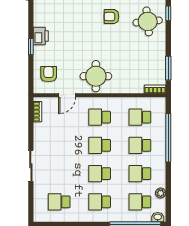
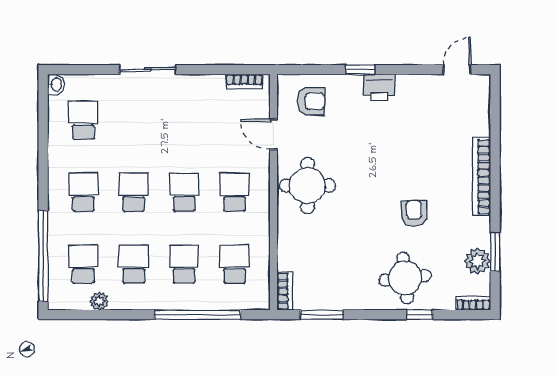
washbasin: (158, 217) -> (56, 84), moved

